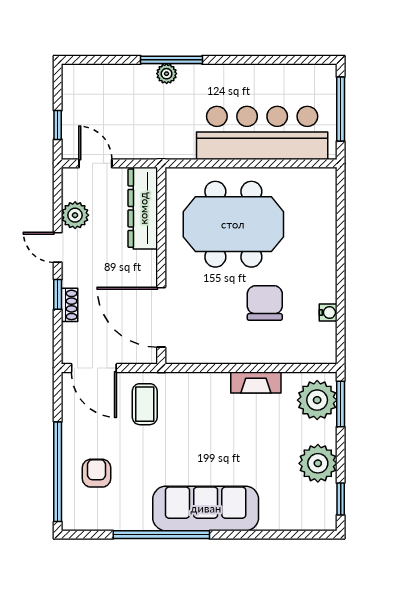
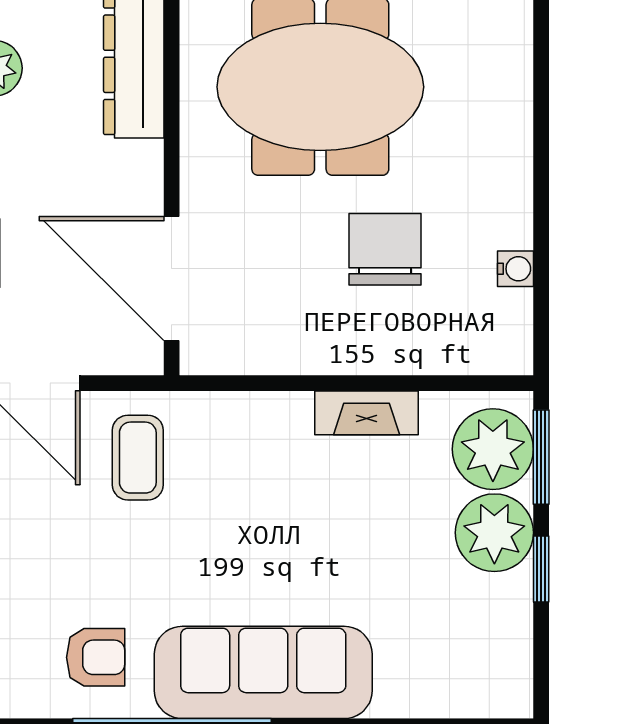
plant: (318, 463) -> (494, 533), moved
armchair: (97, 473) -> (96, 657), moved, turned 90
window: (341, 499) -> (541, 569), moved

